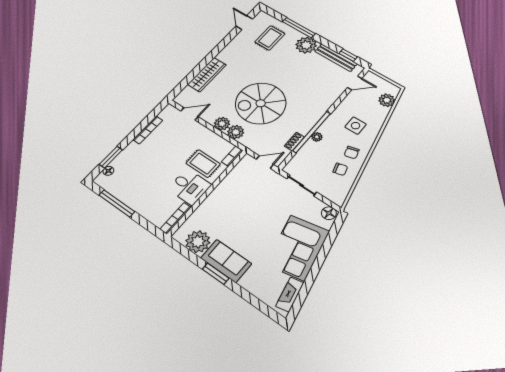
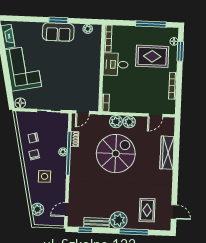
bench: (336, 58) -> (96, 223), width x0.73
rug: (203, 164) -> (152, 56), moved, width x1.36, depth x1.43
plant: (198, 242) -> (88, 29), width x0.53, depth x0.53

